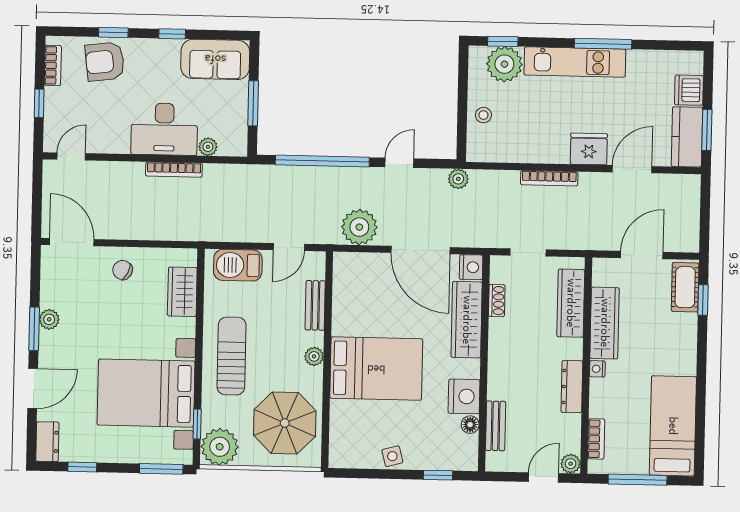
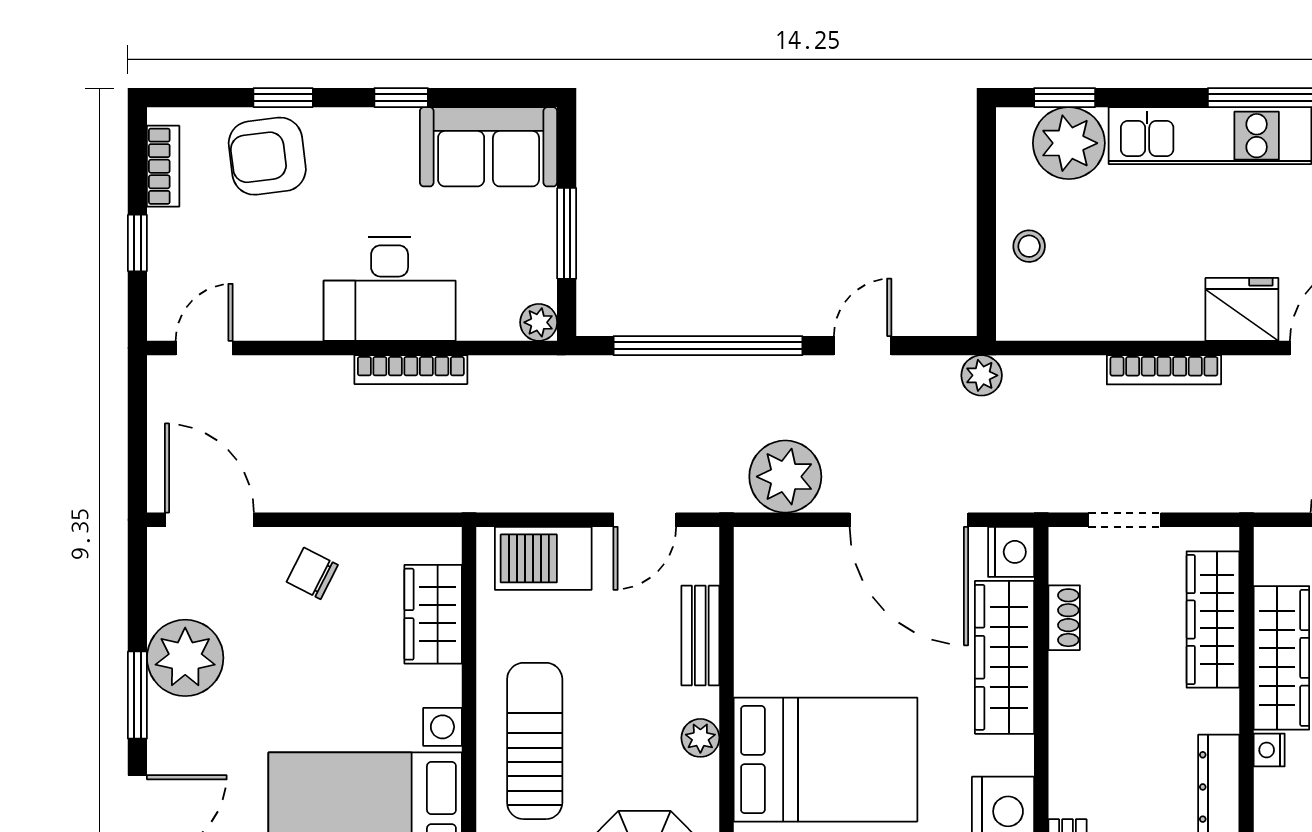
plant: (208, 147) -> (539, 322), moved
plant: (49, 319) -> (185, 658), width x1.87, depth x1.87

